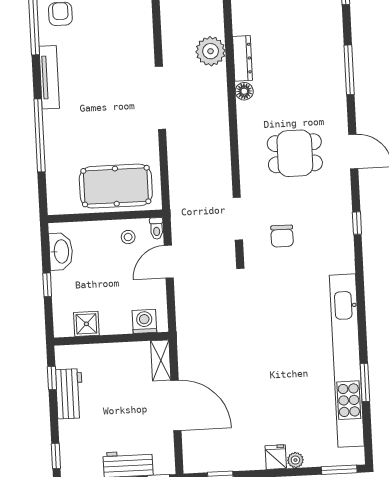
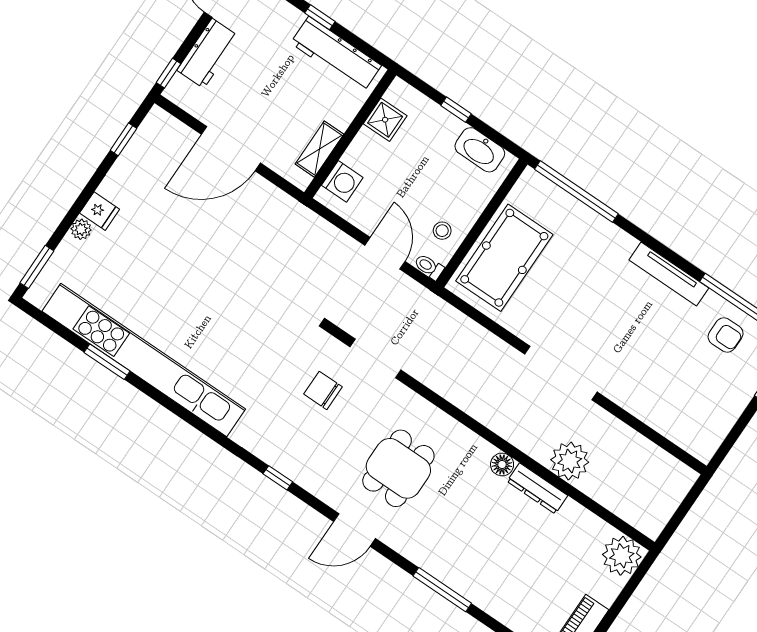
window: (40, 135) -> (576, 191), moved
shelving: (161, 360) -> (319, 149), moved, turned 90
window: (52, 378) -> (320, 17), moved
workbench: (69, 394) -> (336, 54), width x1.37

